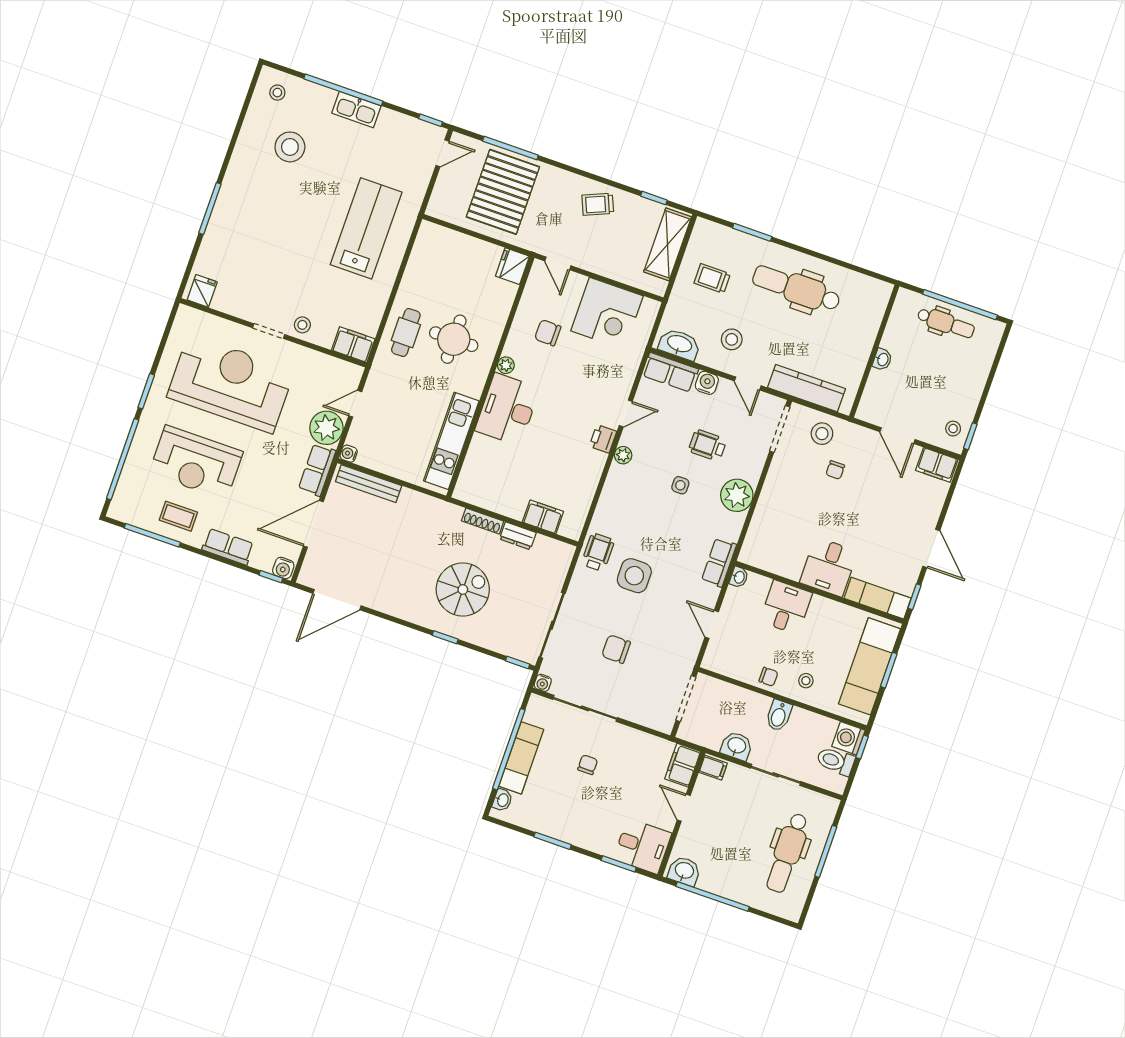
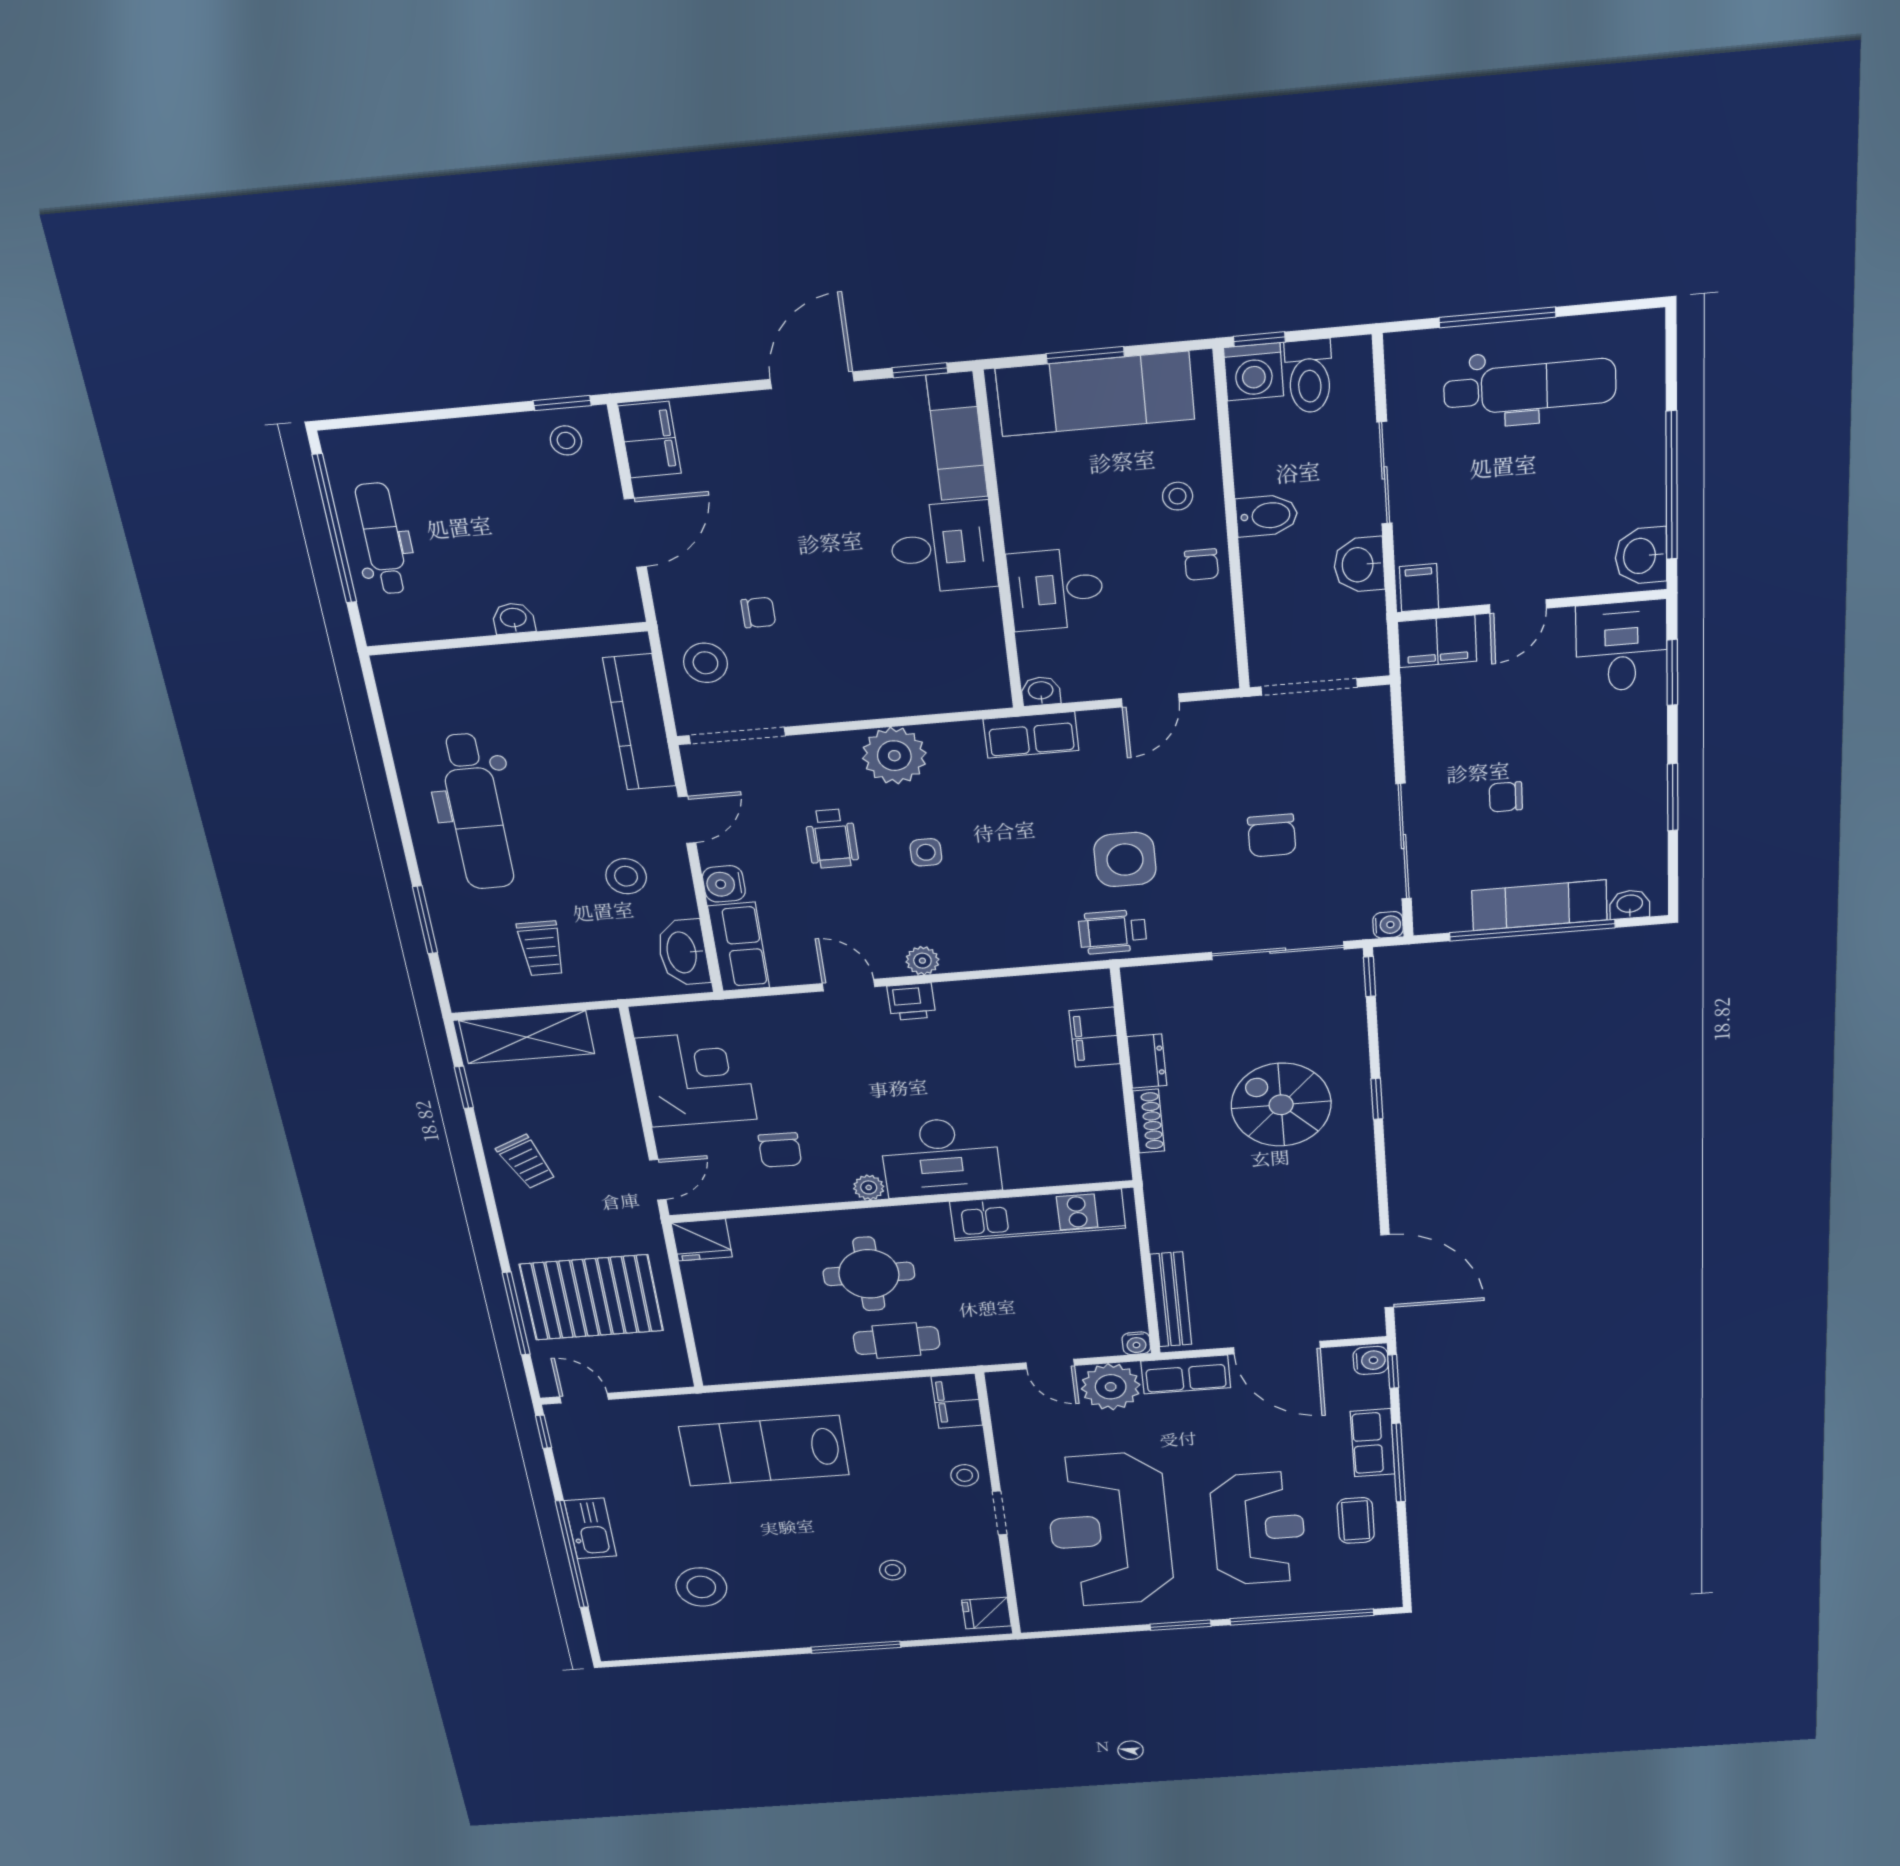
stool: (277, 93) -> (893, 1570), moved
window: (152, 535) -> (1399, 1463), moved
chair: (768, 677) -> (1201, 565), turned 180

